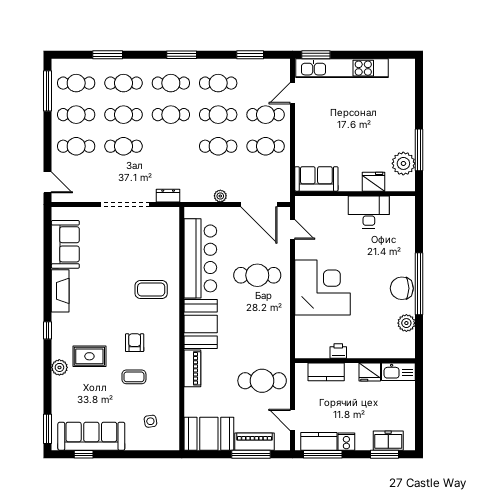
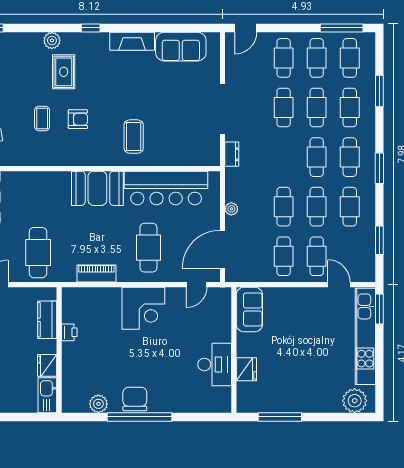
plant: (403, 163) -> (355, 401), moved
corner desk: (322, 287) -> (143, 308), width x0.74, depth x0.74
piano: (192, 368) -> (96, 273), moved, turned 180

